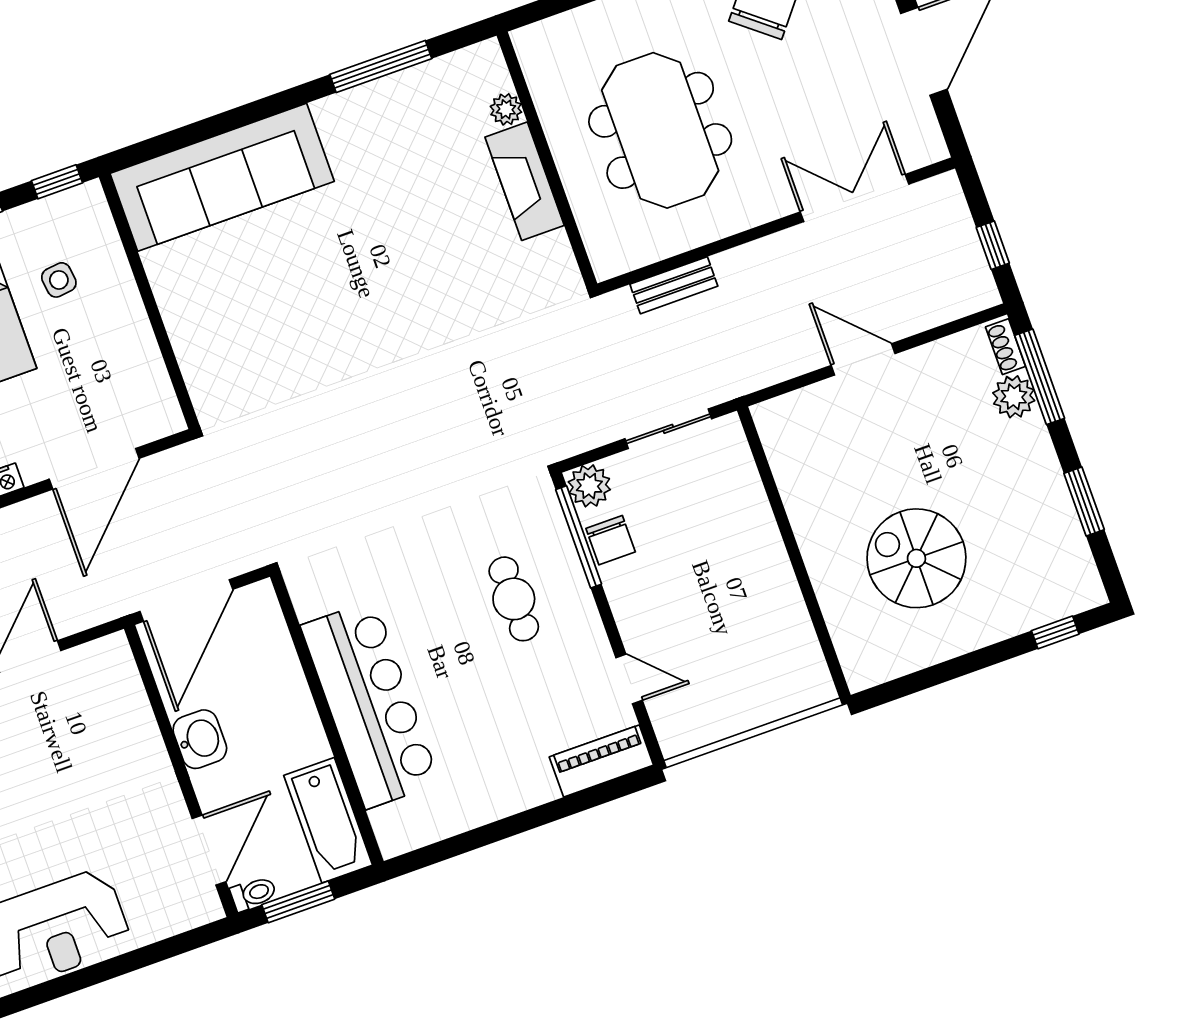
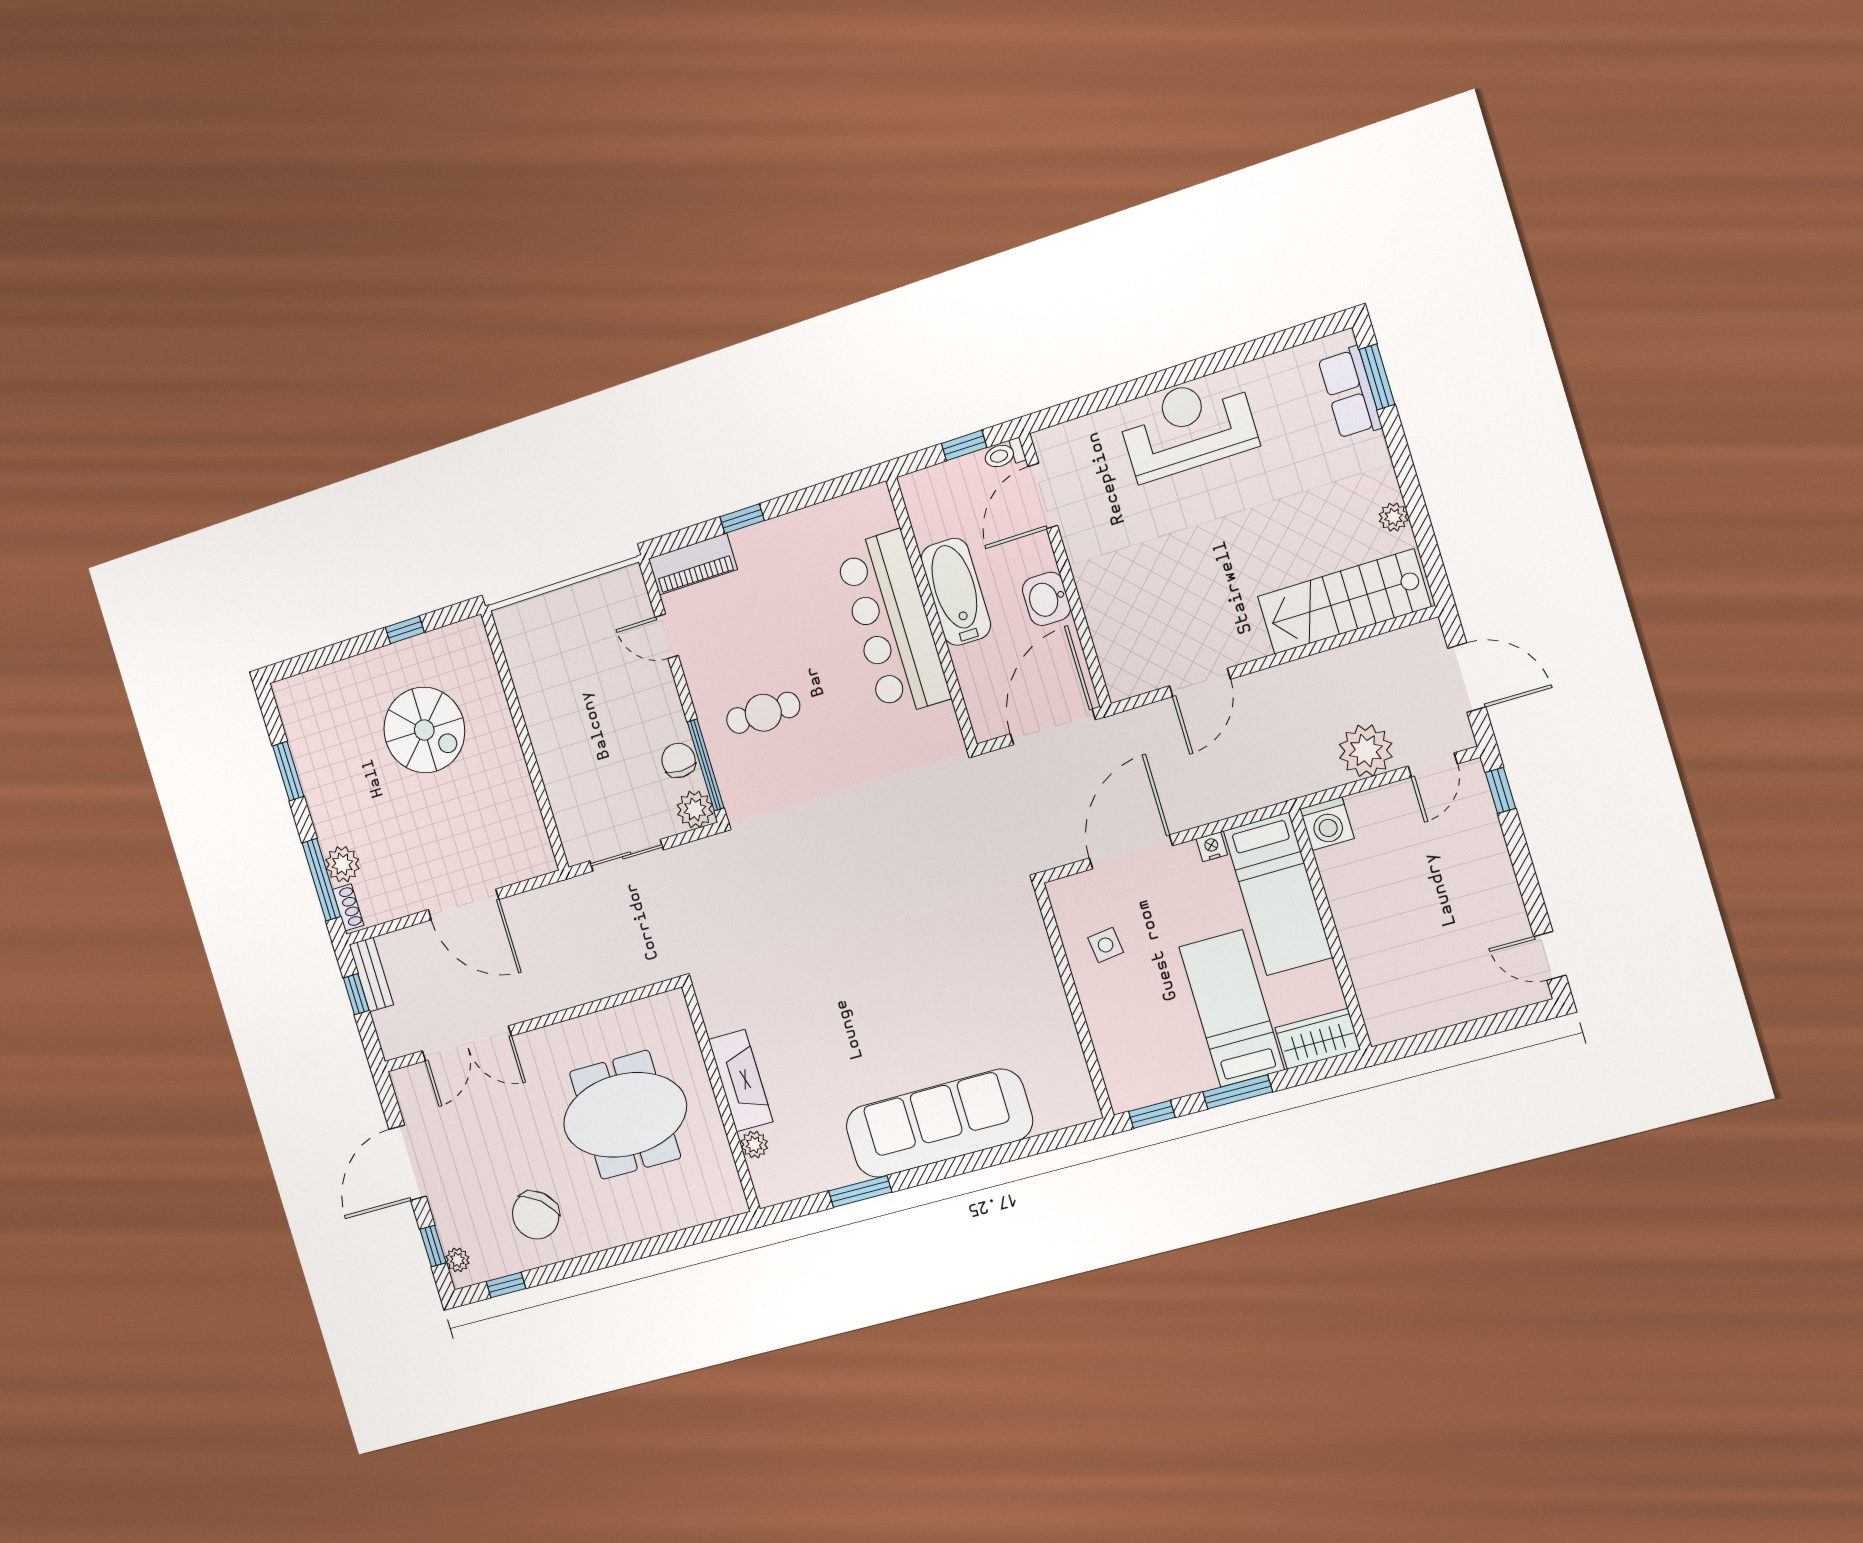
window: (381, 67) -> (860, 1191), width x0.69
meeting table: (660, 130) -> (625, 1115), turned 90
sofa: (222, 177) -> (939, 1123), moved
side table: (59, 280) -> (1106, 945), moved
bench: (674, 285) -> (371, 974), moved, turned 90
door: (863, 359) -> (463, 905), width x1.36
cafe table: (514, 599) -> (763, 713), turned 90
window: (1055, 632) -> (405, 630), moved
window: (546, 814) -> (742, 519), added
bathtub: (328, 820) -> (956, 592), moved
window: (298, 902) -> (964, 445), width x0.67

